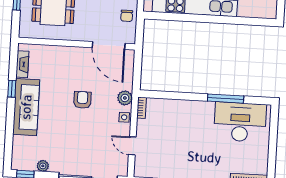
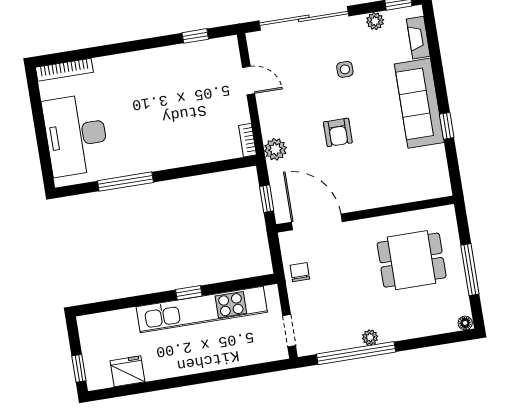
window: (201, 18) -> (189, 293), added
fireplace: (22, 64) -> (418, 38), moved
window: (137, 68) -> (267, 199), added
side table: (124, 117) -> (345, 69), moved
desk: (240, 122) -> (76, 135), moved, turned 90

